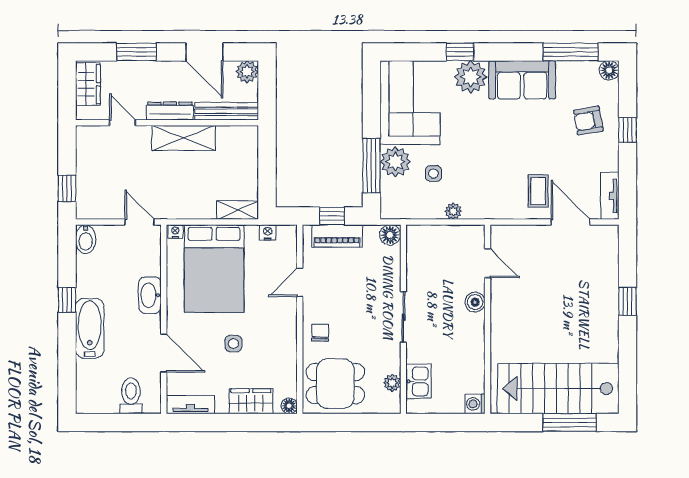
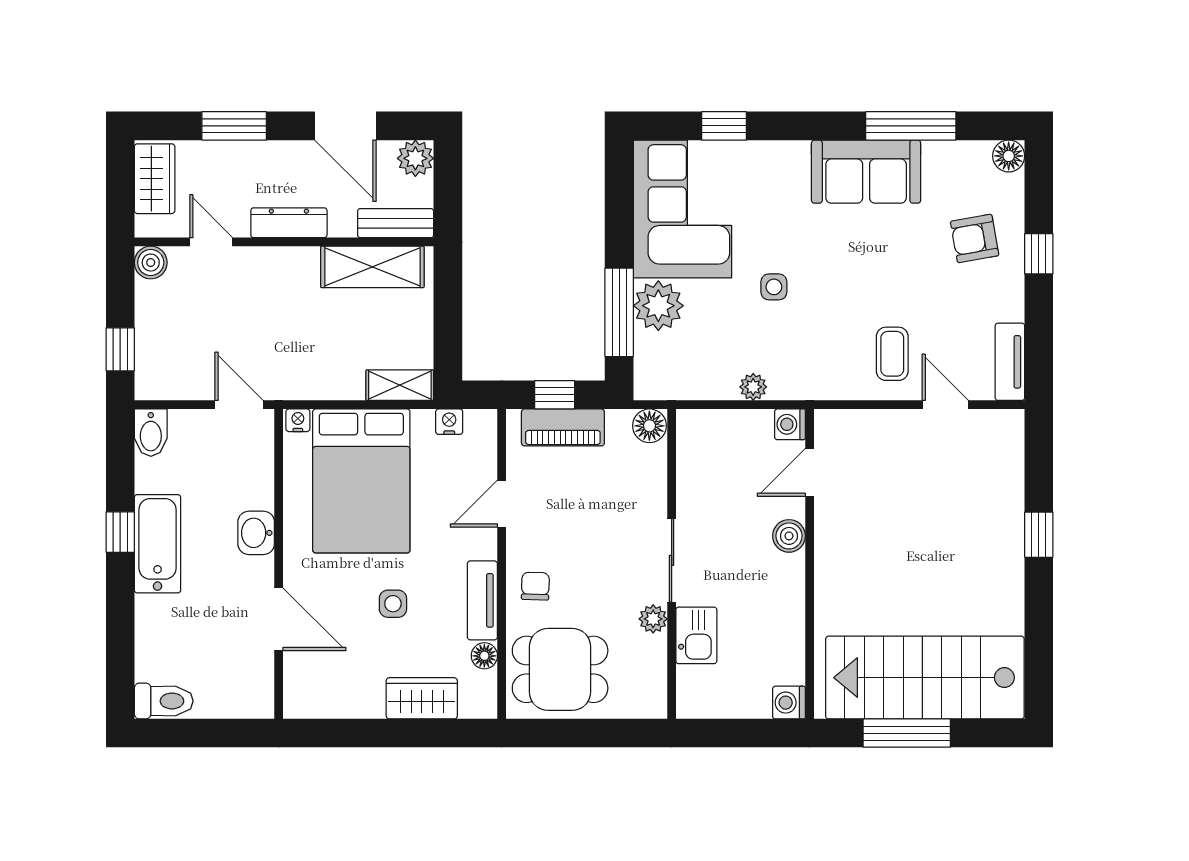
window: (460, 52) -> (724, 126), moved
window: (571, 52) -> (911, 126), moved
plant: (471, 77) -> (782, 167), removed
bench: (227, 111) -> (396, 223), width x0.73
boiler: (86, 135) -> (151, 263), added
shelving: (184, 138) -> (372, 267), moved
side table: (433, 173) -> (774, 287), moved
door: (570, 222) -> (945, 405), width x0.73
washing machine: (476, 234) -> (790, 424), added
door: (488, 263) -> (810, 472), swing flipped
washbasin: (150, 295) -> (256, 533), width x0.72
bathtub: (90, 328) -> (158, 544), moved
kitchen sink: (419, 381) -> (696, 635), moved
plant: (392, 383) -> (653, 619), moved
toilet: (131, 396) -> (164, 701), moved, turned 90
tv unit: (190, 405) -> (482, 600), moved, turned -90
floor lamp: (289, 406) -> (484, 656), moved
window: (570, 422) -> (907, 733), moved

